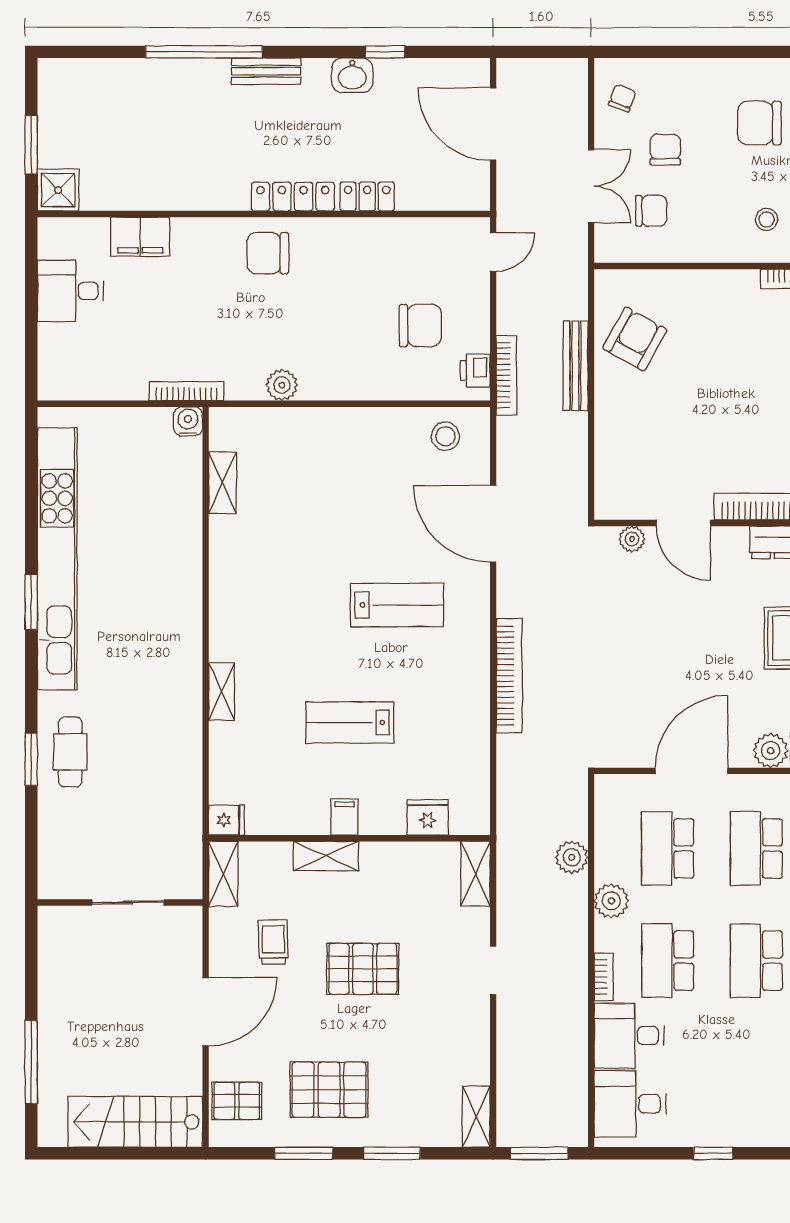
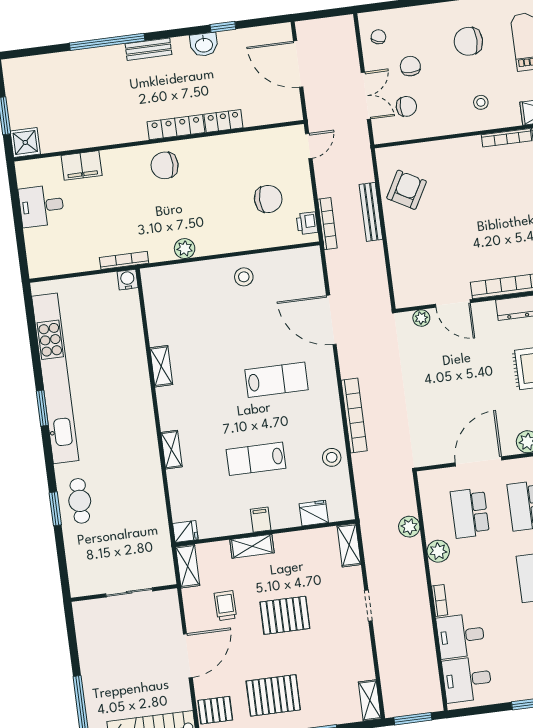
stool: (445, 436) -> (244, 277), moved
shelving: (222, 483) -> (161, 366), moved
stool: (466, 735) -> (332, 457), added
school desk: (668, 961) -> (479, 585), removed

